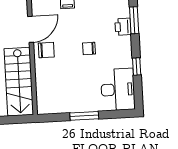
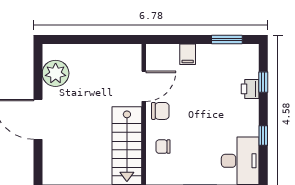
window: (134, 20) -> (263, 82), width x0.67
chair: (89, 48) -> (163, 147), moved

